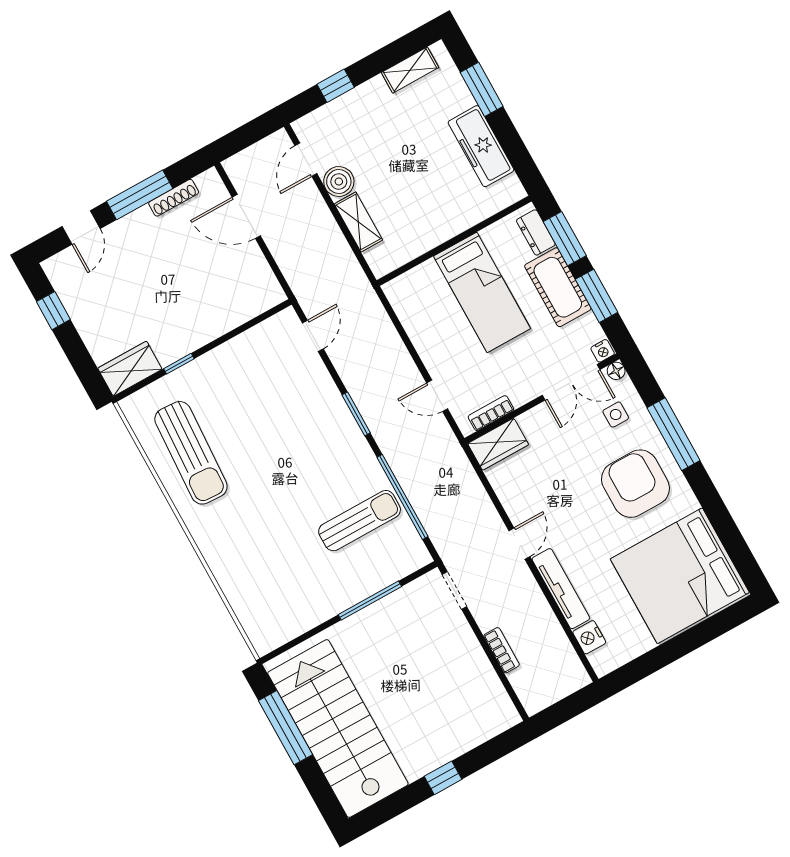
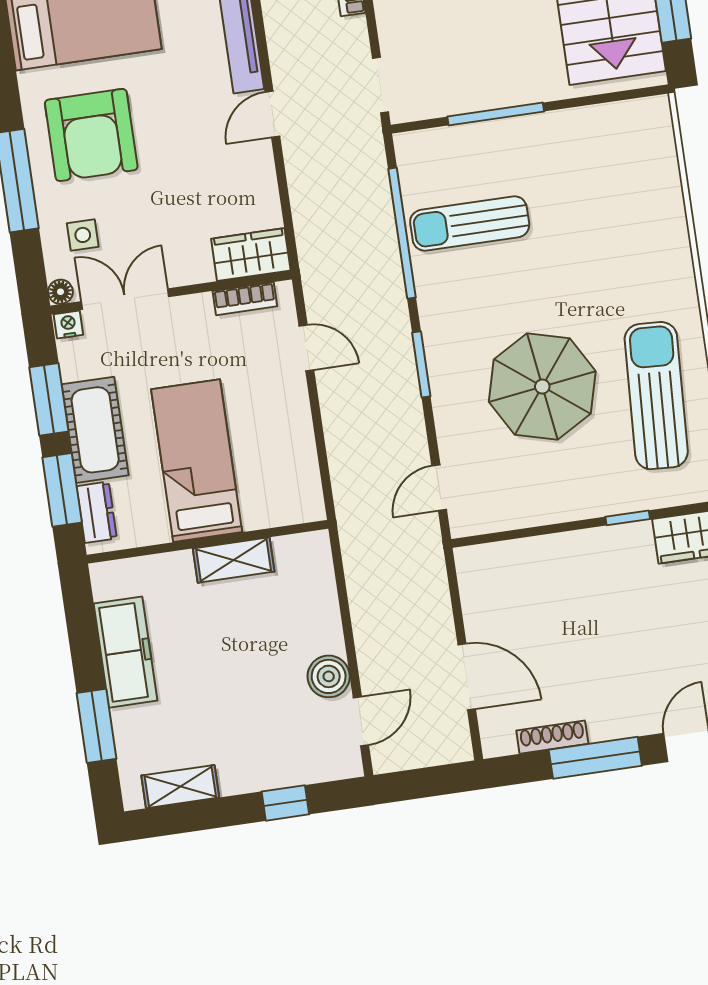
shelving: (358, 222) -> (234, 560), moved, turned 90
parasol: (270, 430) -> (542, 387), added

